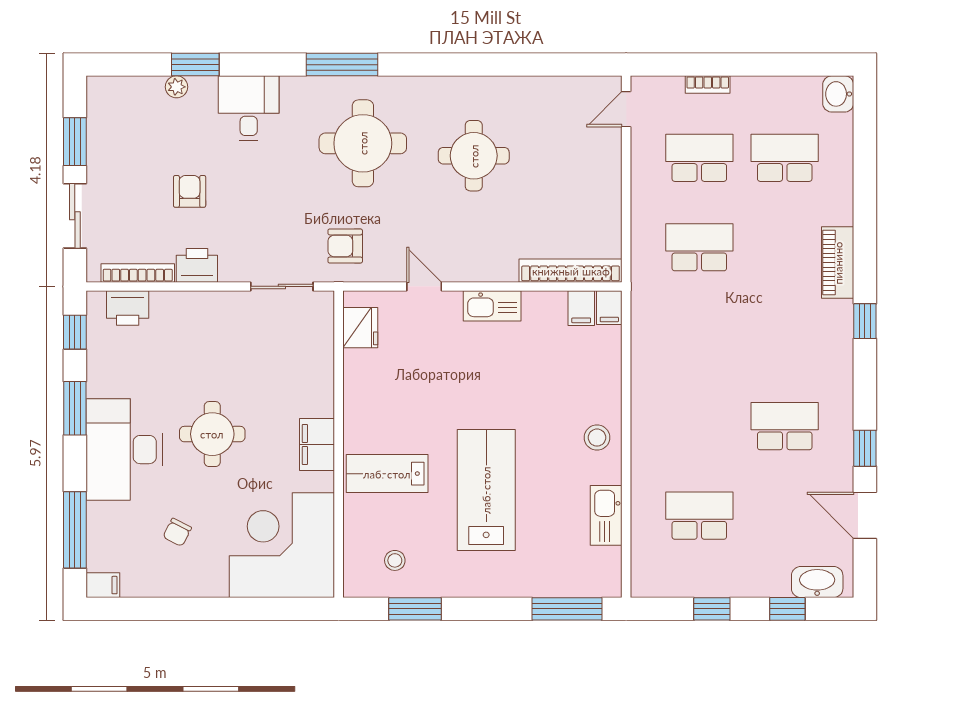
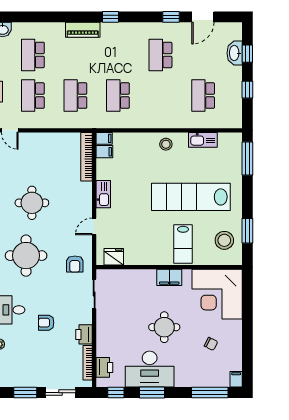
armchair: (190, 191) -> (46, 323), moved
school desk: (699, 337) -> (118, 96), added
desk: (124, 450) -> (150, 369), moved
lab bench: (486, 490) -> (191, 197), width x1.36
stool: (395, 560) -> (224, 240), width x1.89, depth x1.89
washbasin: (817, 582) -> (235, 53), moved

